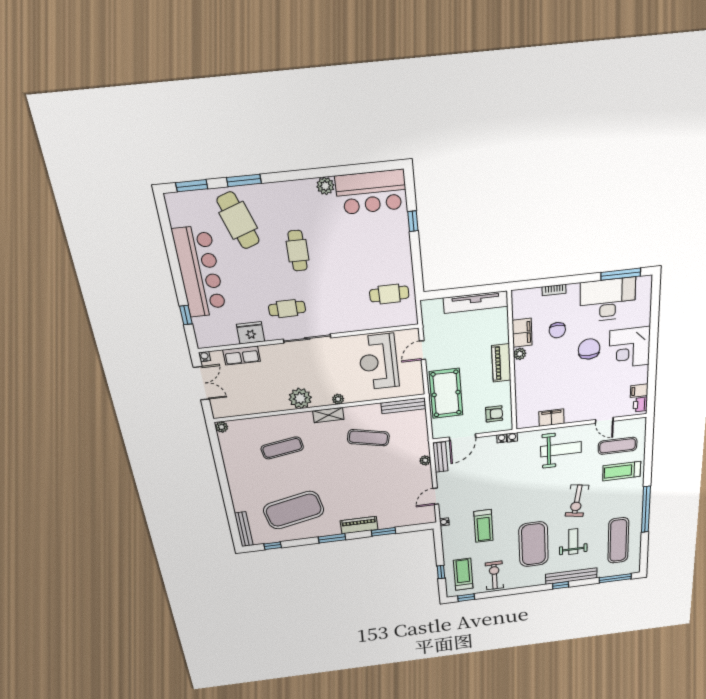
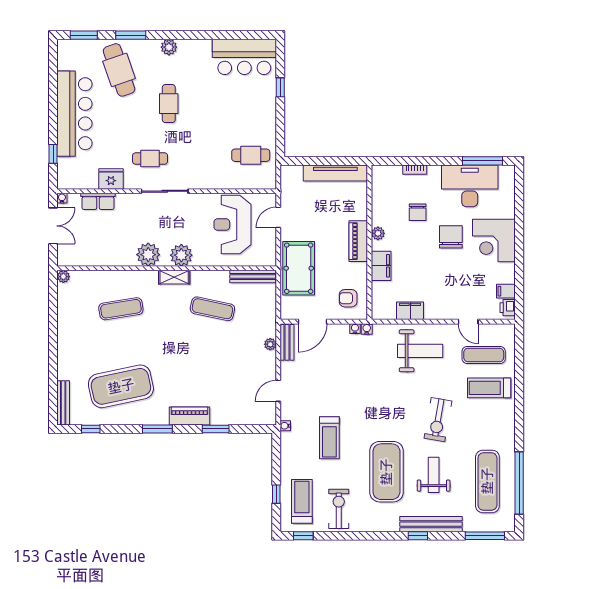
plant: (325, 186) -> (169, 47), moved
filing cabinet: (522, 333) -> (381, 266), moved
plant: (338, 399) -> (181, 255), width x1.88, depth x1.88
armchair: (494, 414) -> (348, 298), turned 180
window: (646, 509) -> (519, 483), moved

